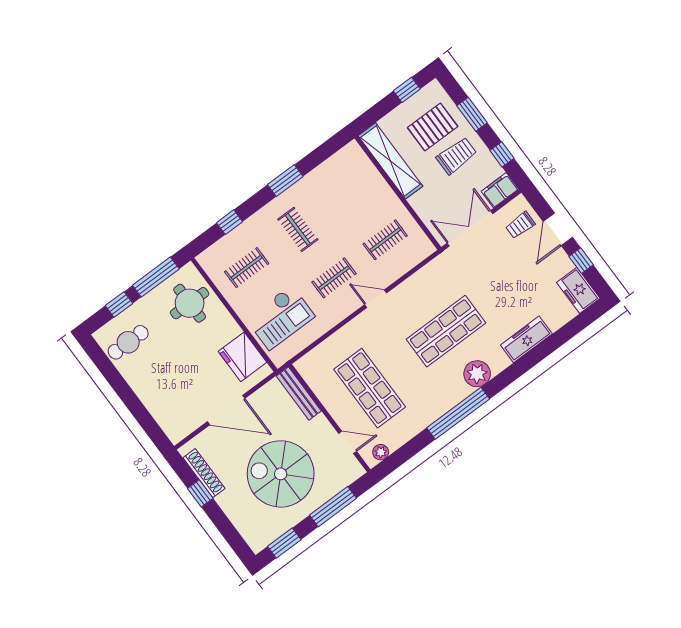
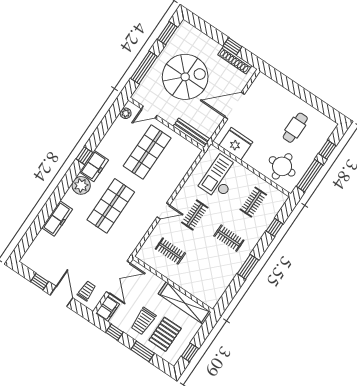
clothes rail: (385, 240) -> (170, 251), turned 90
freezer: (578, 290) -> (94, 166), moved, turned 90
cafe table: (128, 342) -> (295, 128), moved
shop shelf: (370, 388) -> (147, 152), turned 90
window: (458, 413) -> (84, 156), width x0.32

